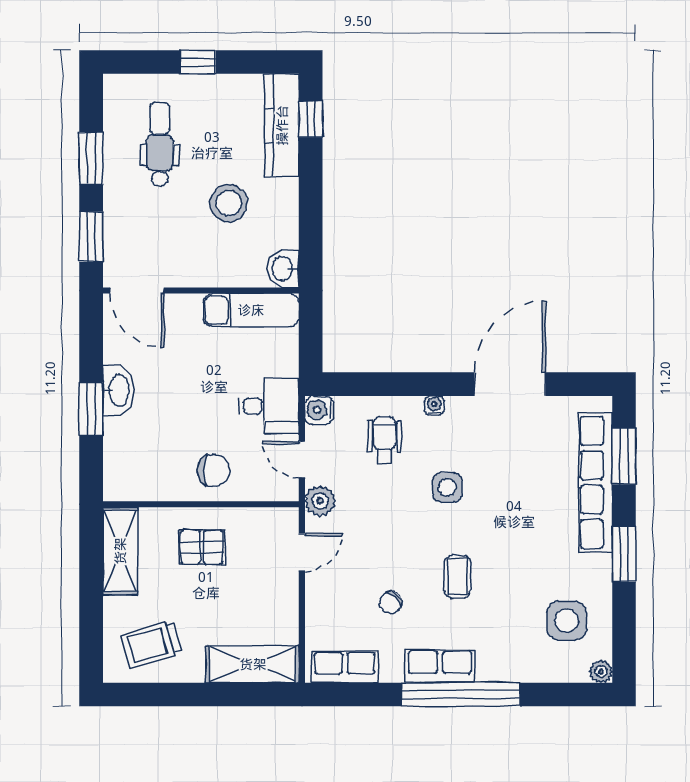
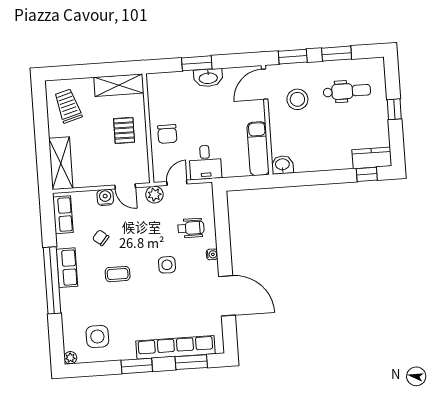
kitchen counter: (282, 125) -> (372, 158), width x0.67
stool: (229, 203) -> (297, 99), moved
water cooler: (319, 410) -> (105, 197), moved

